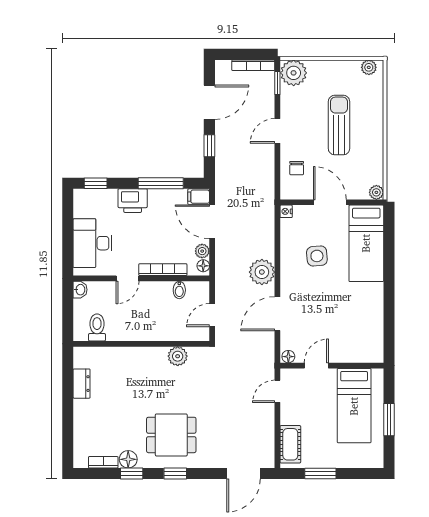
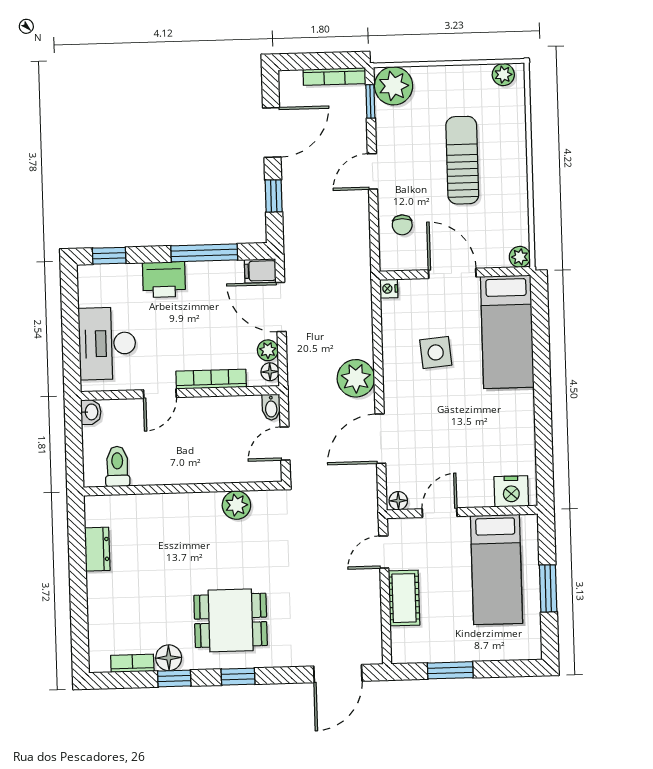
bidet: (179, 290) -> (271, 407), moved
nightstand: (366, 352) -> (511, 491), added
cot: (290, 444) -> (404, 598), moved

